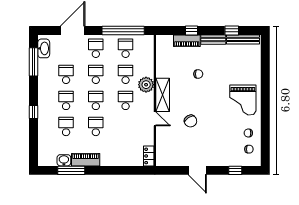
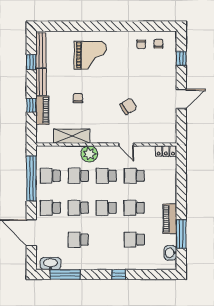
shelving: (163, 95) -> (72, 136), moved
school desk: (66, 100) -> (134, 176), moved
grand piano: (243, 100) -> (90, 55), moved
door: (155, 119) -> (126, 144), swing flipped
washbasin: (64, 160) -> (170, 253), moved

